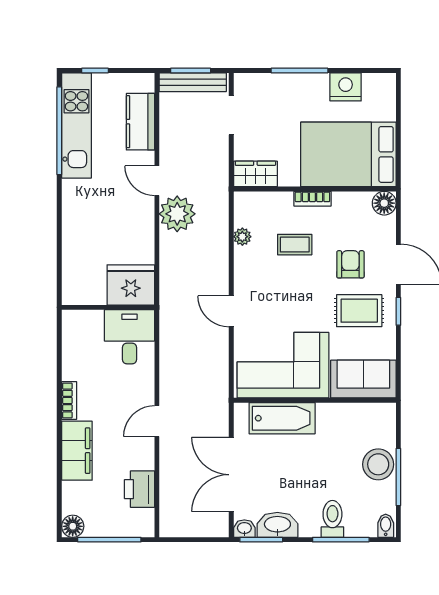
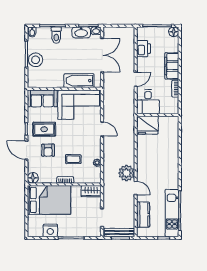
fridge: (131, 285) -> (147, 125), moved
wall: (108, 307) -> (158, 115), moved
desk: (129, 337) -> (148, 102), moved

